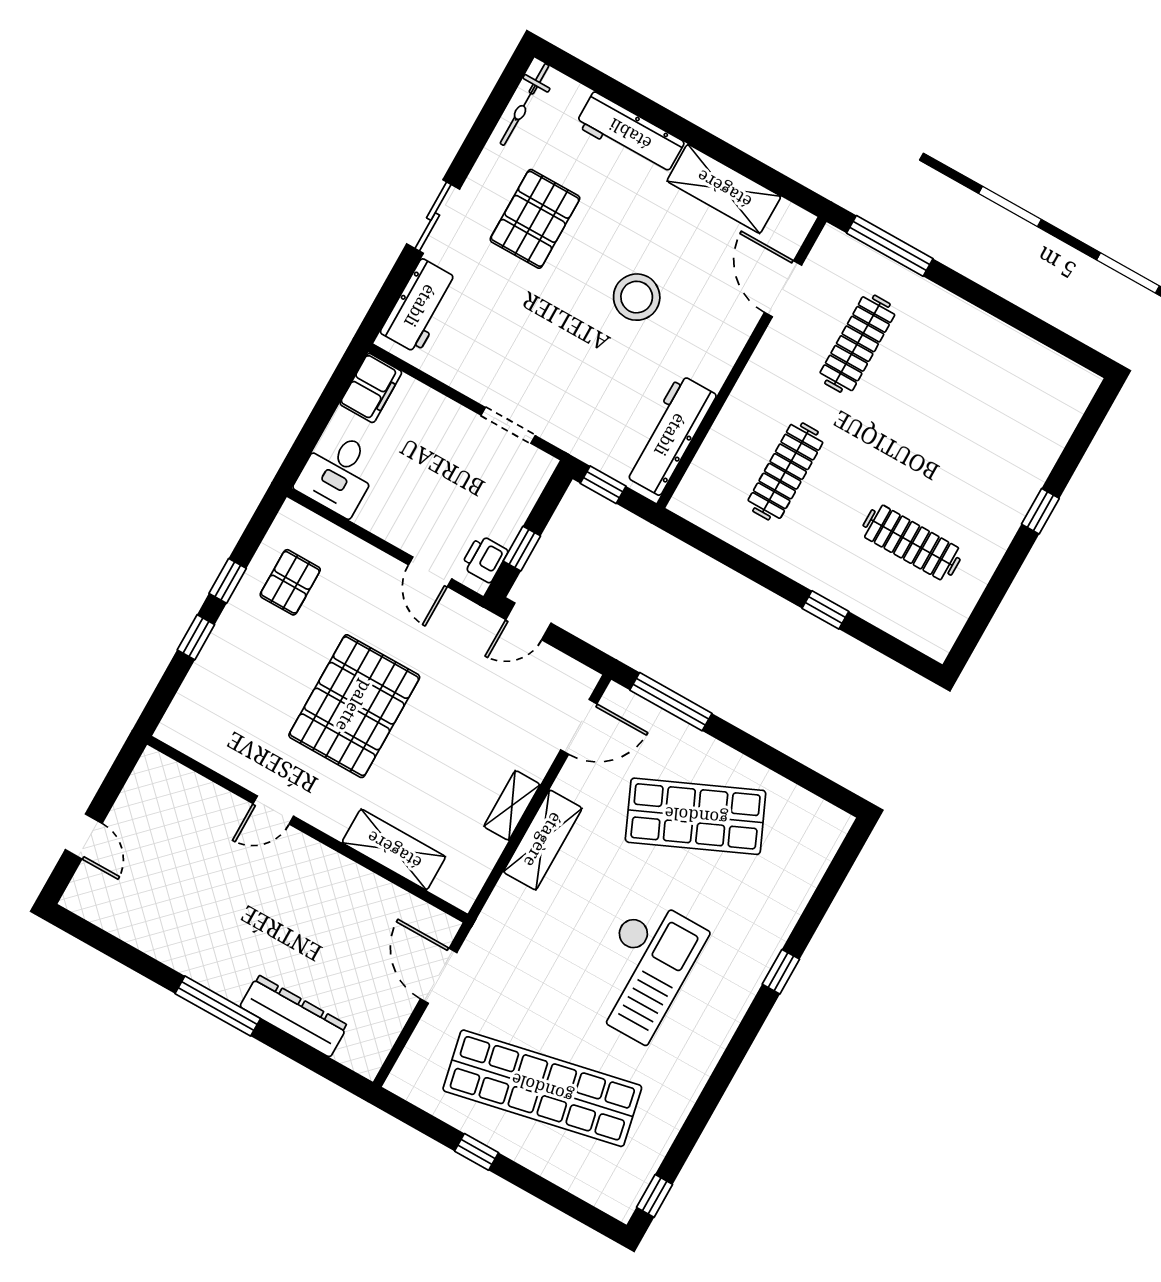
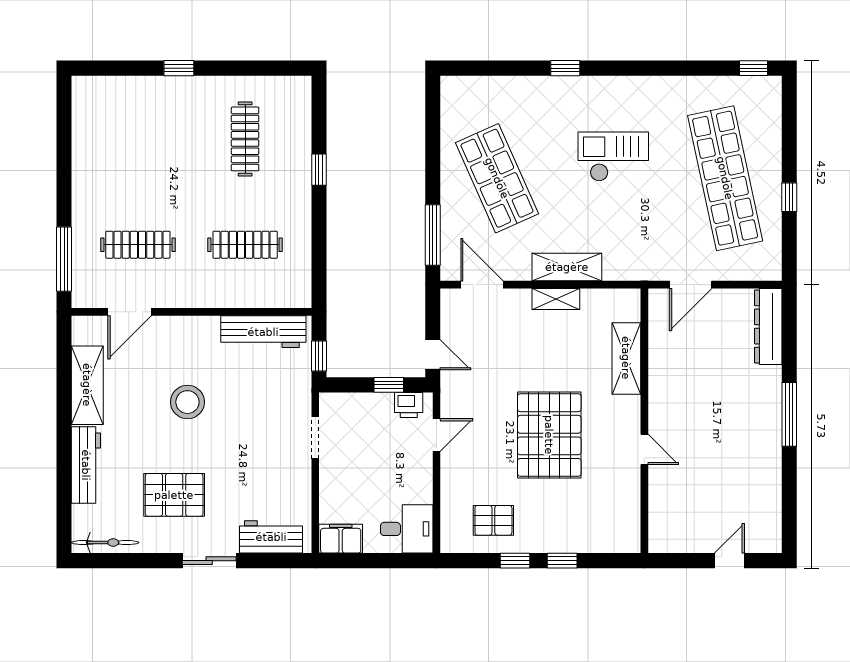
pallet: (354, 706) -> (549, 435), turned 90
checkout: (643, 969) -> (613, 157), width x0.73, depth x0.83
dresser: (294, 1016) -> (768, 326), moved

